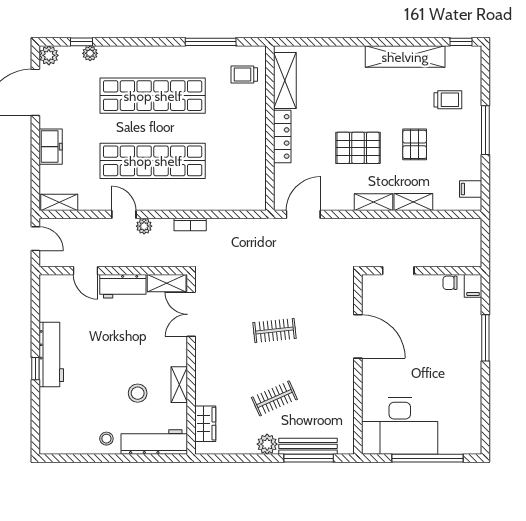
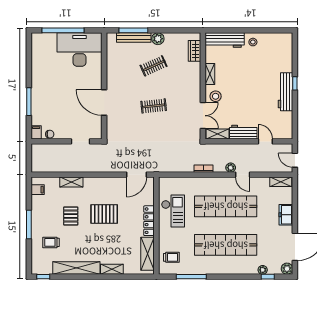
checkout: (242, 153) -> (173, 211), added
shelving: (373, 202) -> (112, 269), moved
stool: (138, 393) -> (216, 96), moved

